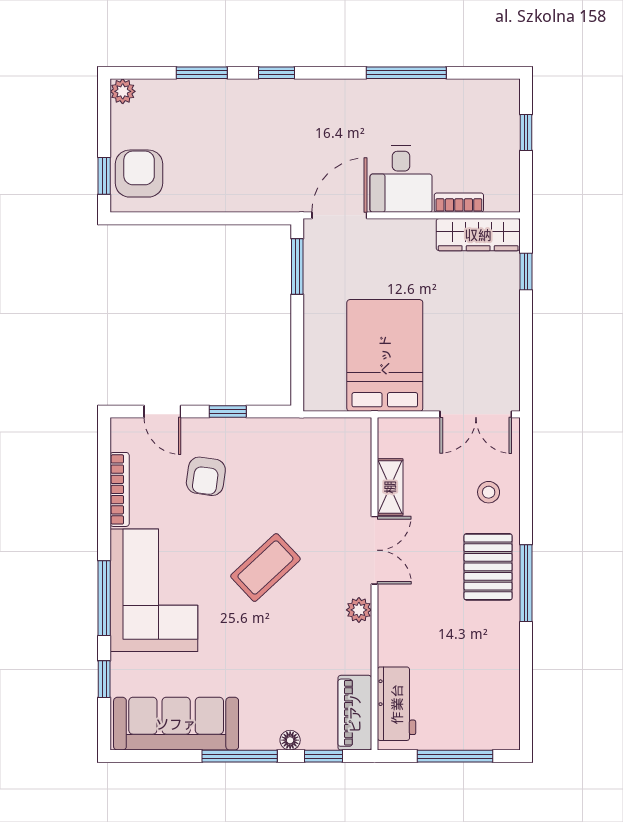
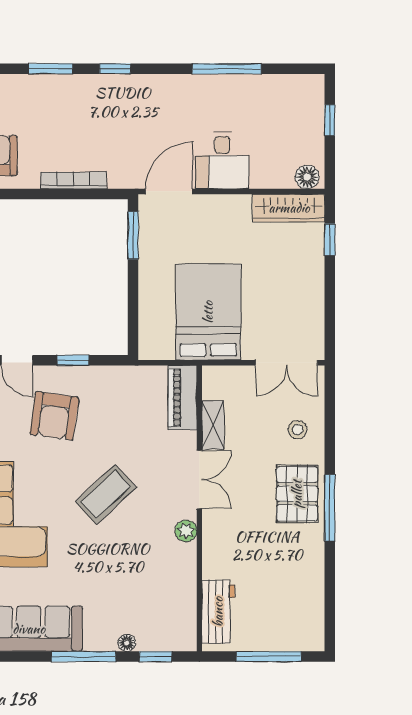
floor lamp: (500, 199) -> (307, 177), added
bookcase: (459, 203) -> (74, 180), moved, width x1.56
armchair: (206, 476) -> (54, 416), width x1.38, depth x1.38
piano: (355, 713) -> (182, 398), moved

